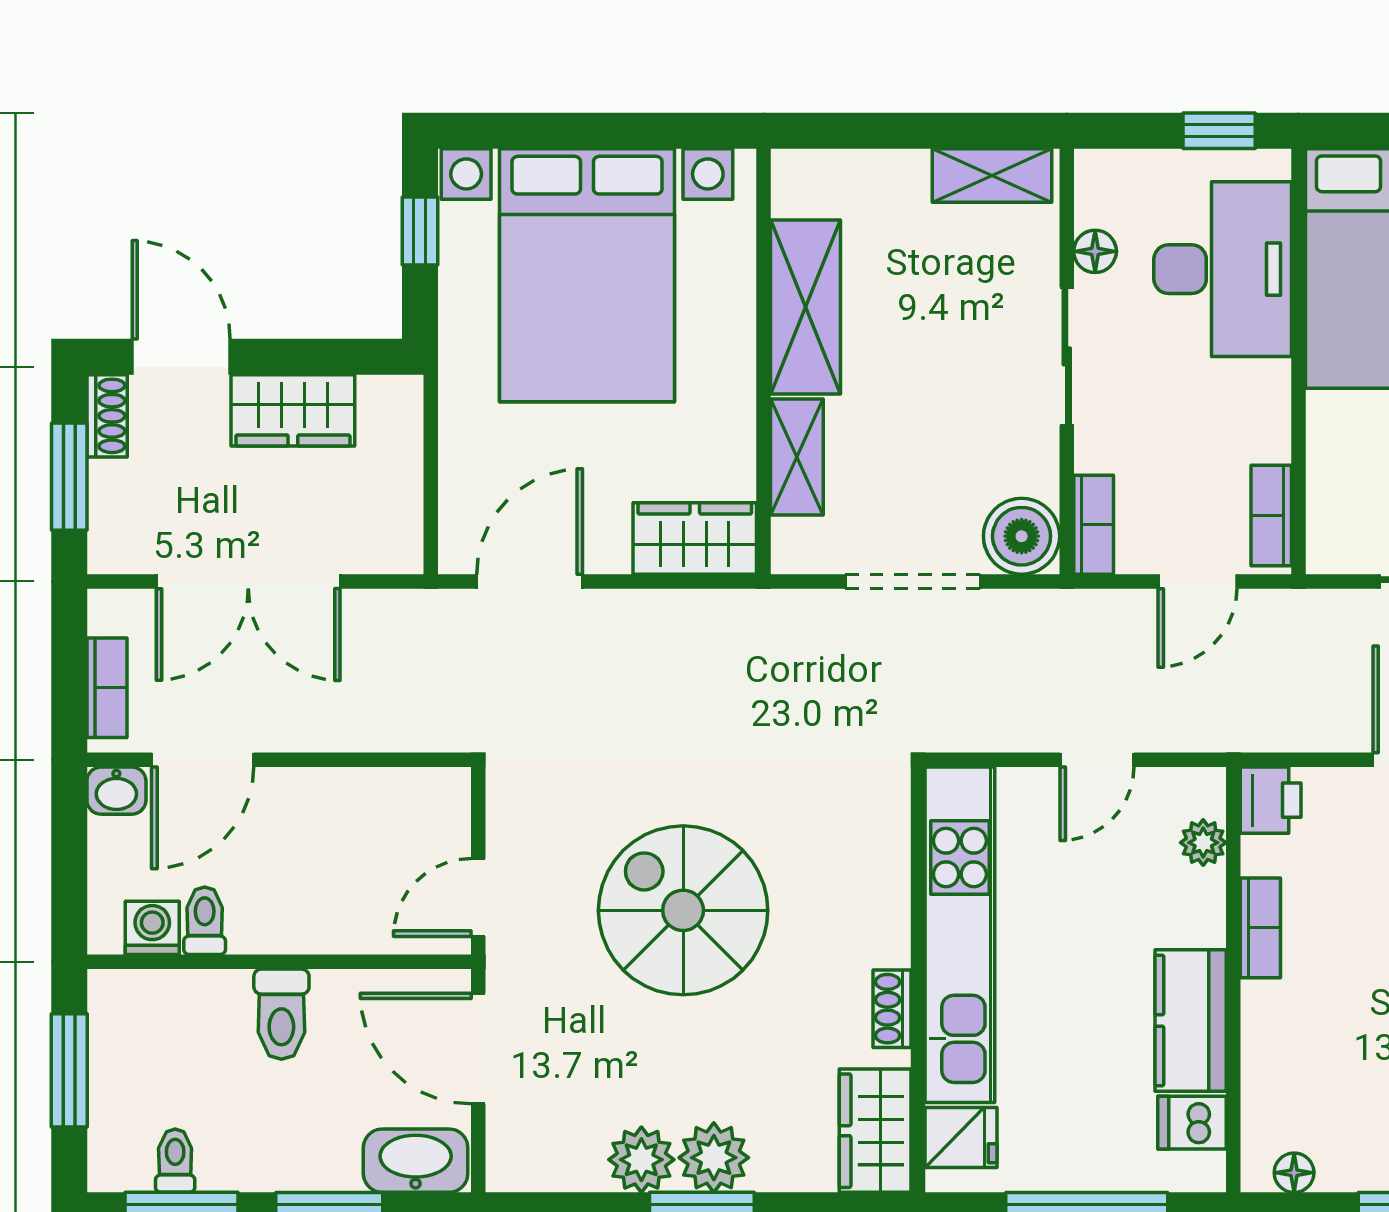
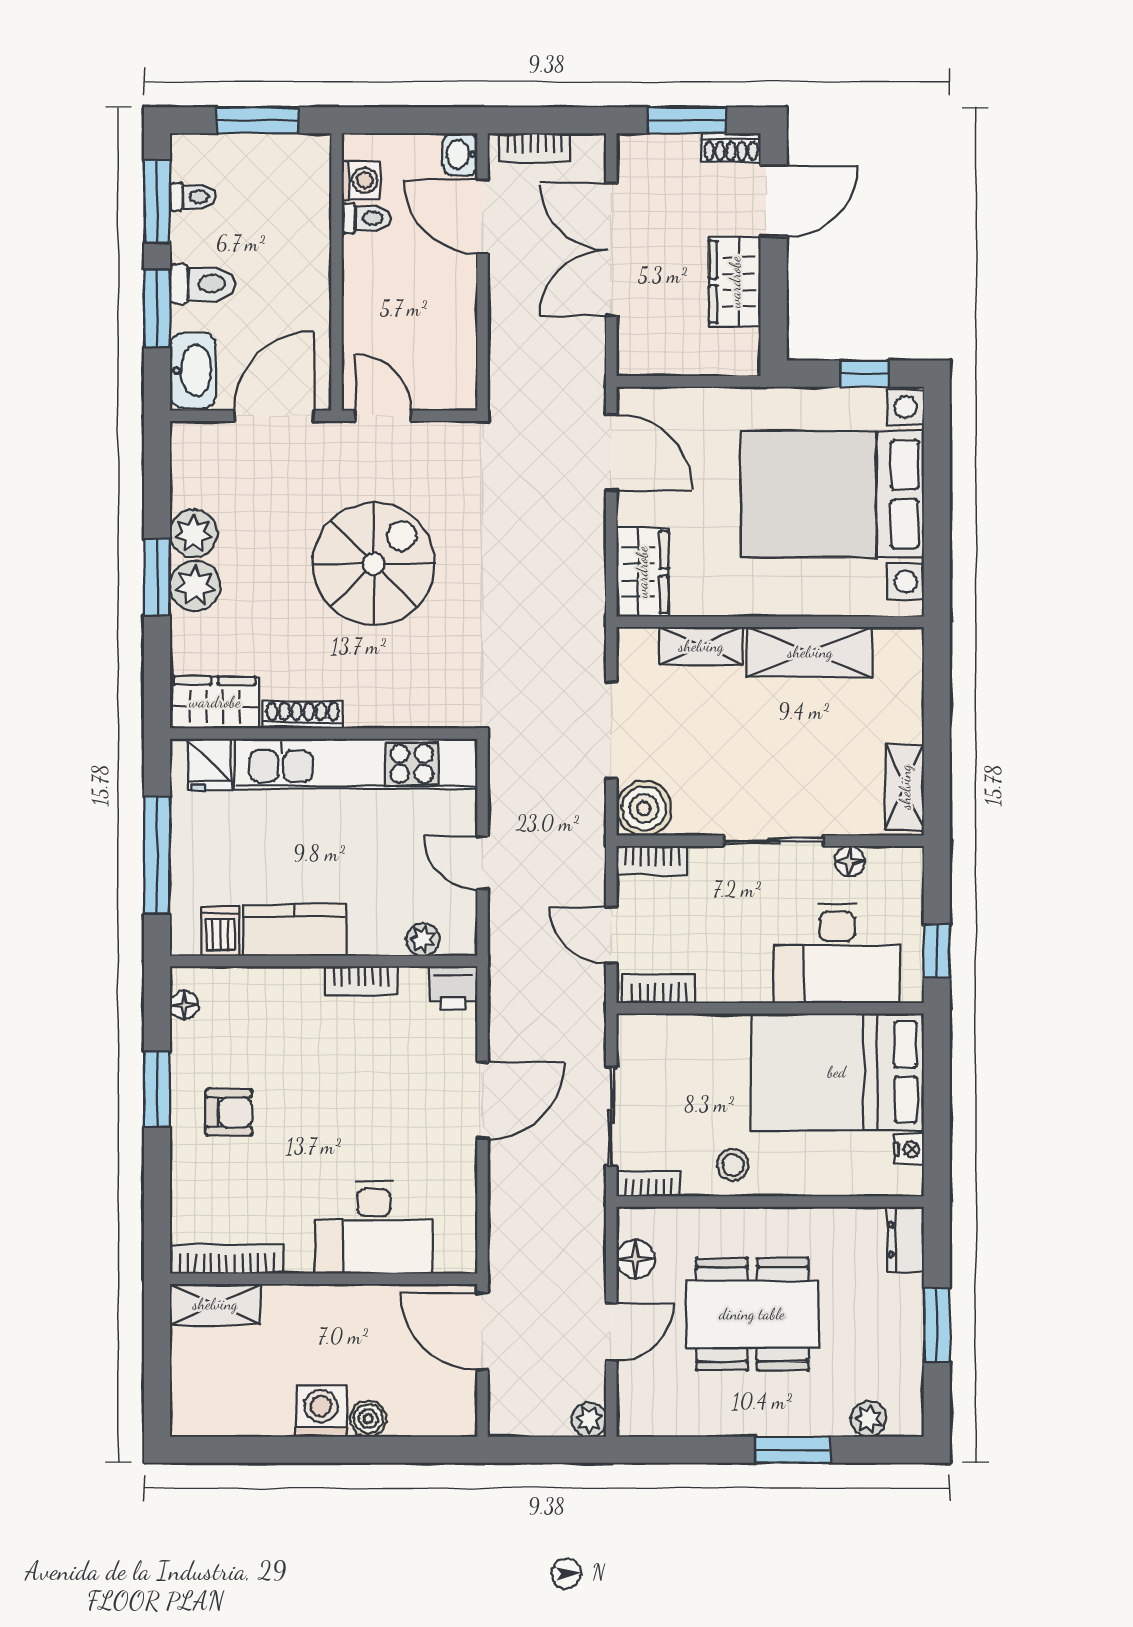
shoe rack: (892, 1009) -> (303, 715), width x1.43
toilet: (281, 1014) -> (203, 284), moved, turned 180

